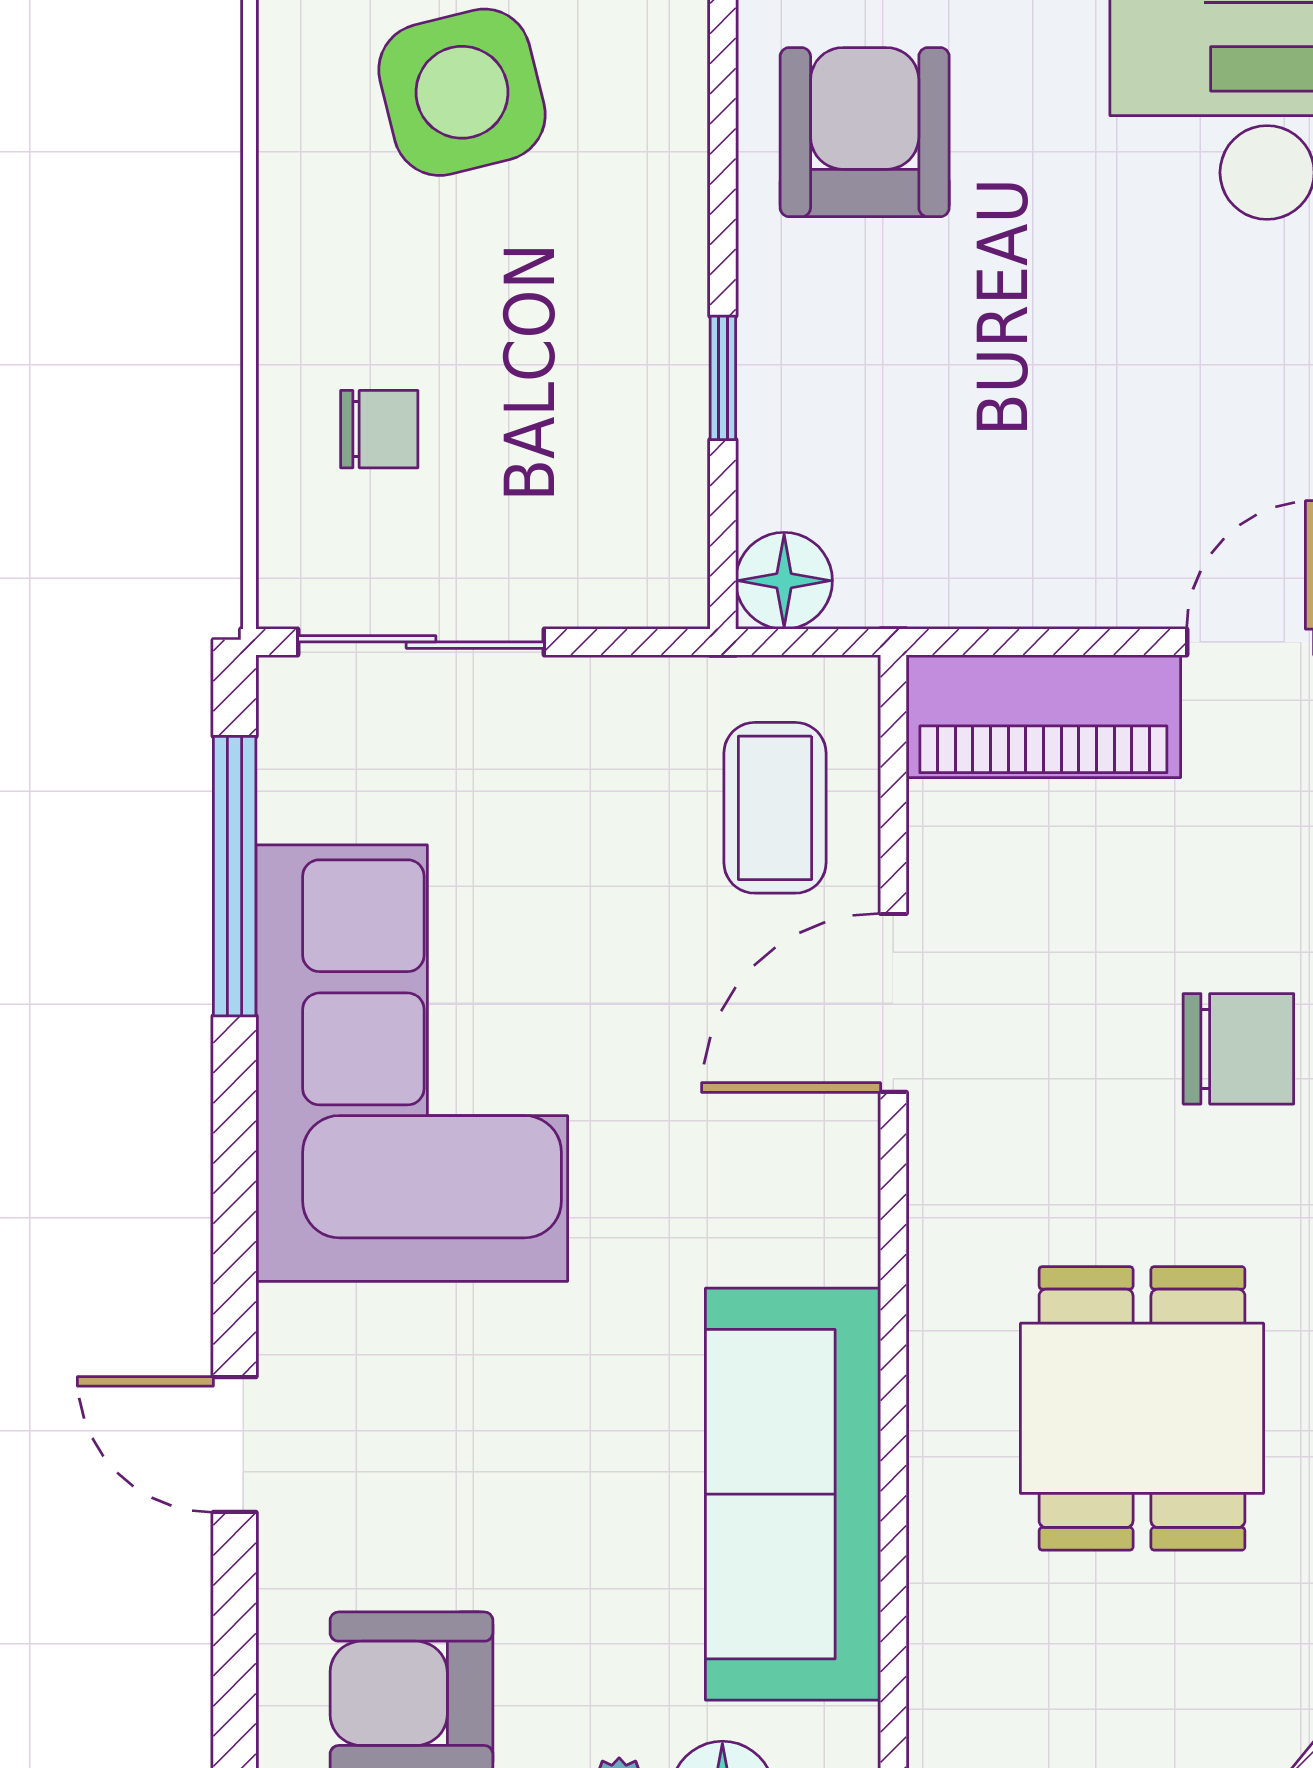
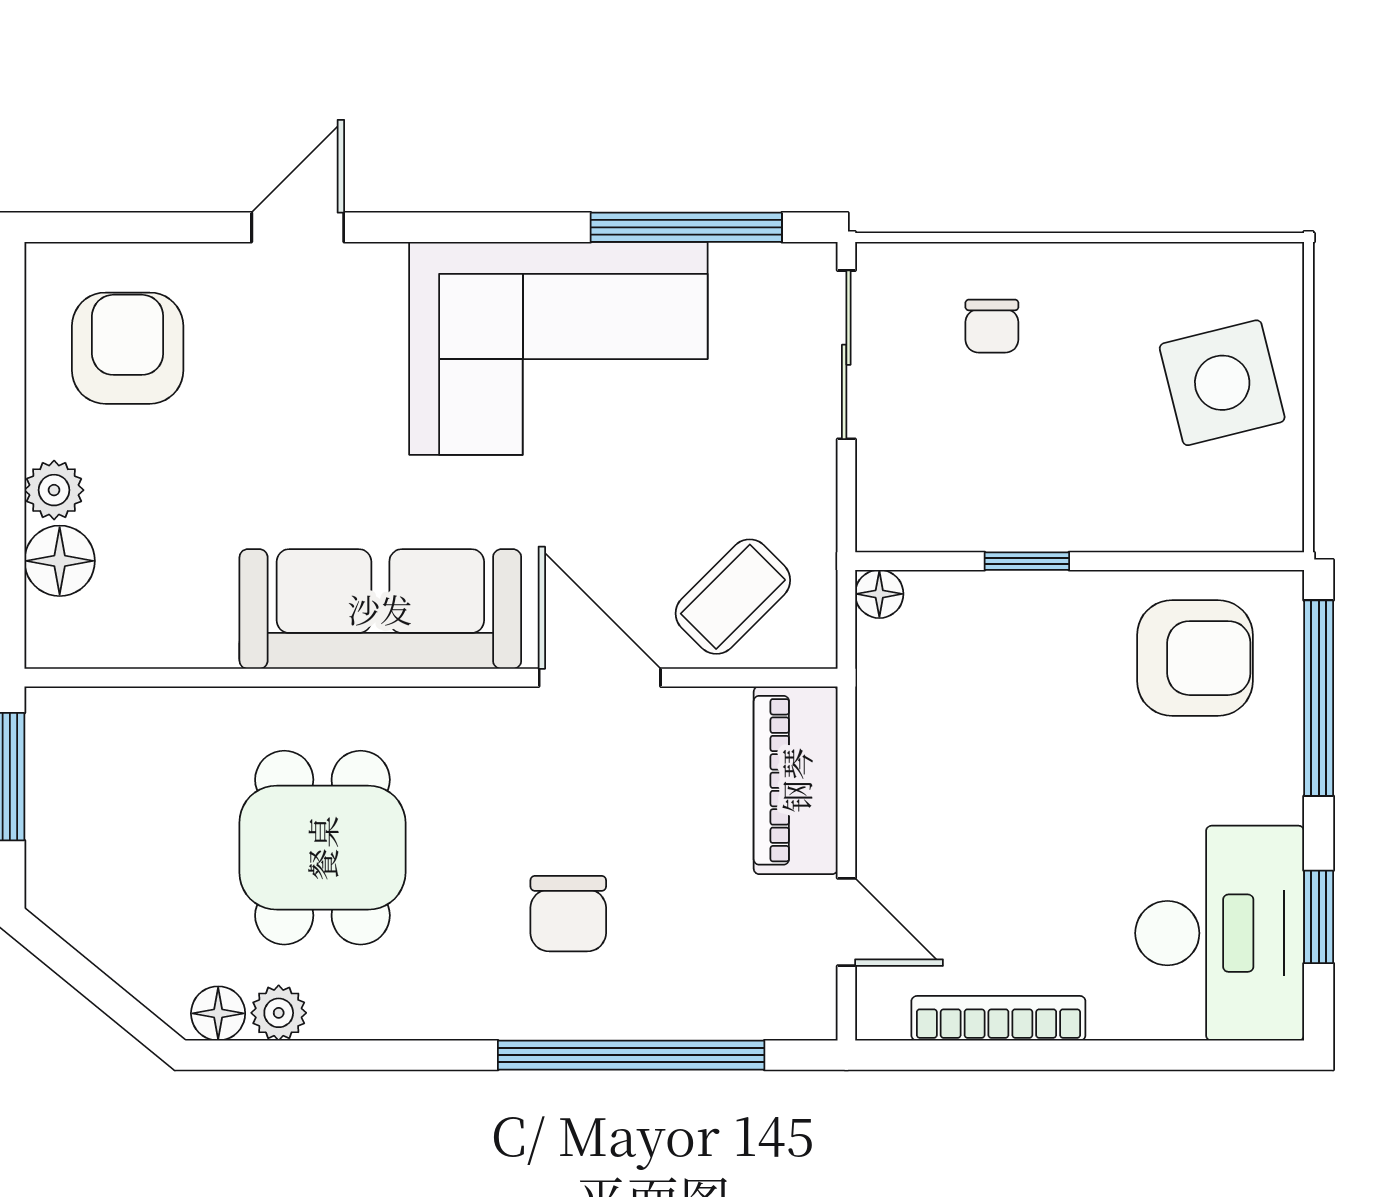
floor lamp: (784, 581) -> (879, 594), width x0.73, depth x0.73
coffee table: (775, 808) -> (733, 597), turned -45
dining table: (1142, 1408) -> (322, 848), turned 90
sofa: (793, 1494) -> (380, 609), moved

